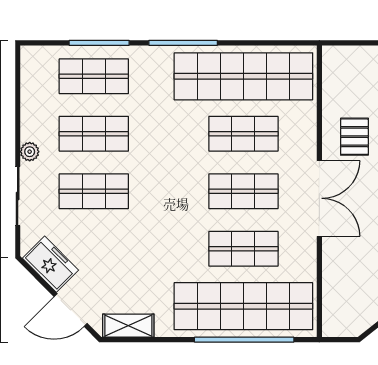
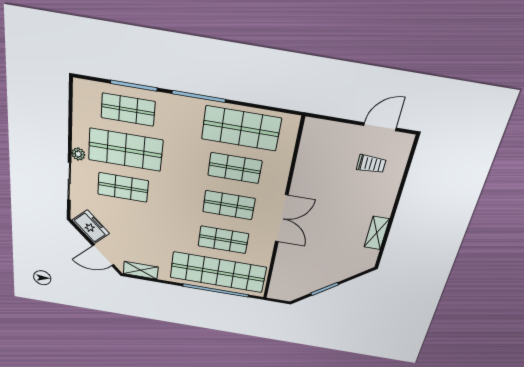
shop shelf: (243, 76) -> (241, 129), width x0.71
shop shelf: (94, 134) -> (125, 150), width x1.43, depth x1.36
pallet: (354, 137) -> (315, 184), removed

